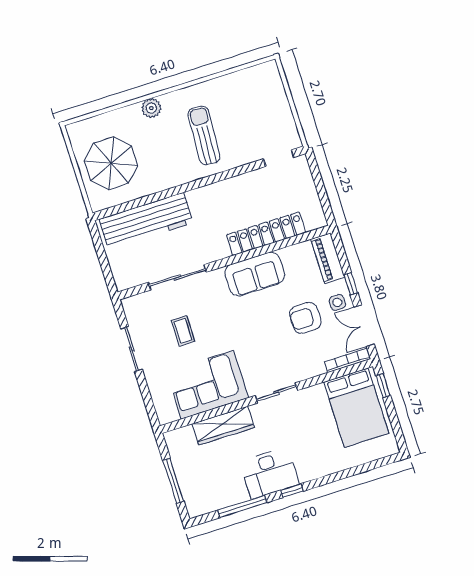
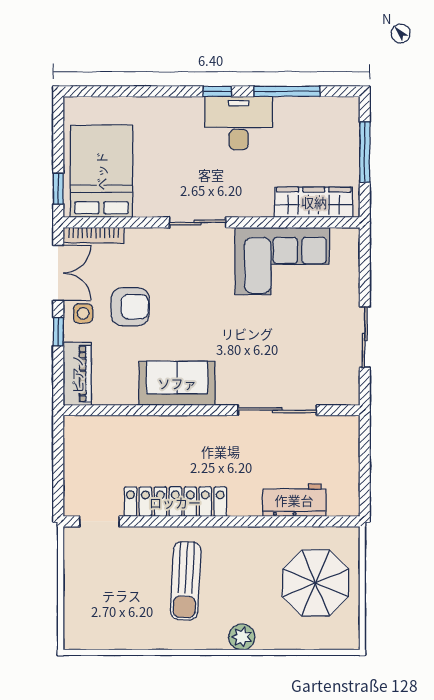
workbench: (146, 221) -> (294, 500), width x0.53, depth x0.76
locker: (266, 234) -> (175, 502), moved, turned 180
coffee table: (183, 331) -> (292, 340), removed
wardrobe: (223, 426) -> (314, 202), moved

